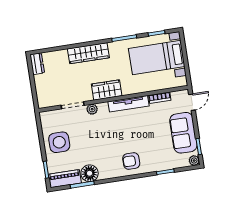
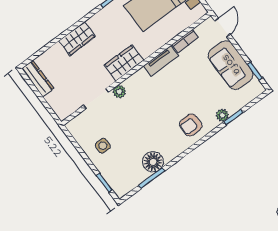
wardrobe: (88, 53) -> (77, 39), width x0.67
dresser: (37, 64) -> (38, 79), width x1.44
tv unit: (129, 104) -> (161, 61), width x0.71
side table: (59, 142) -> (103, 146), width x0.54, depth x0.54
plant: (194, 161) -> (222, 115), moved
piano: (65, 179) -> (130, 182), removed

